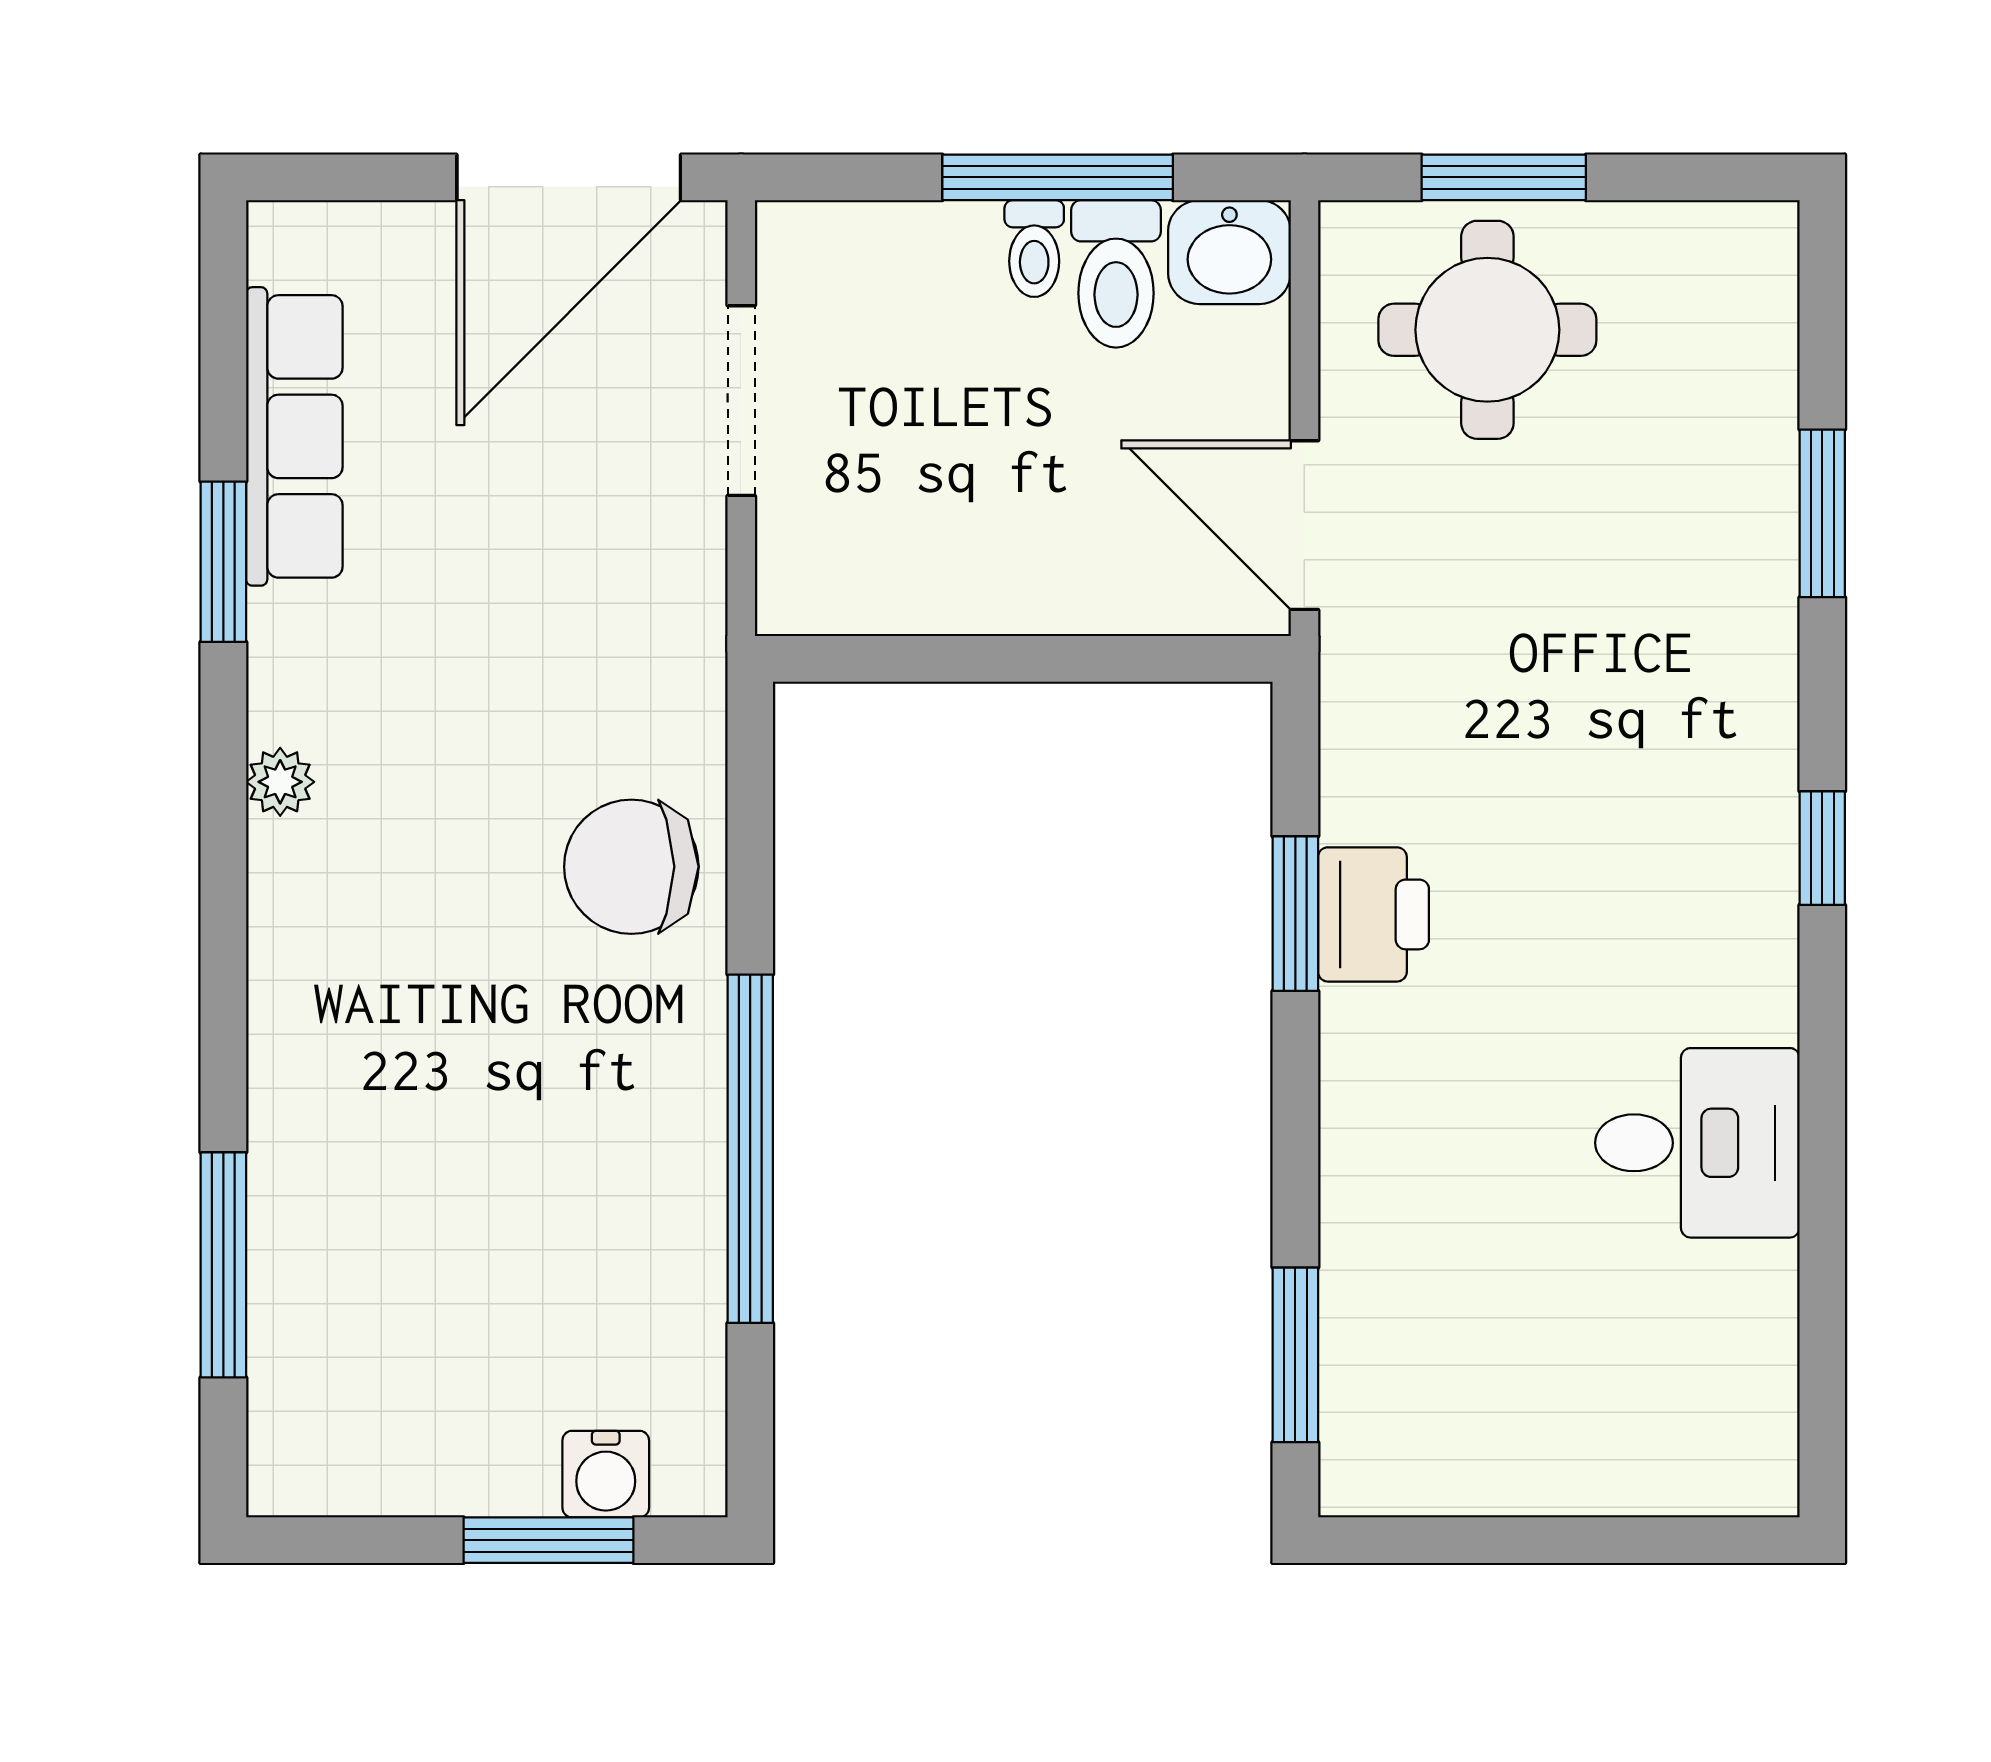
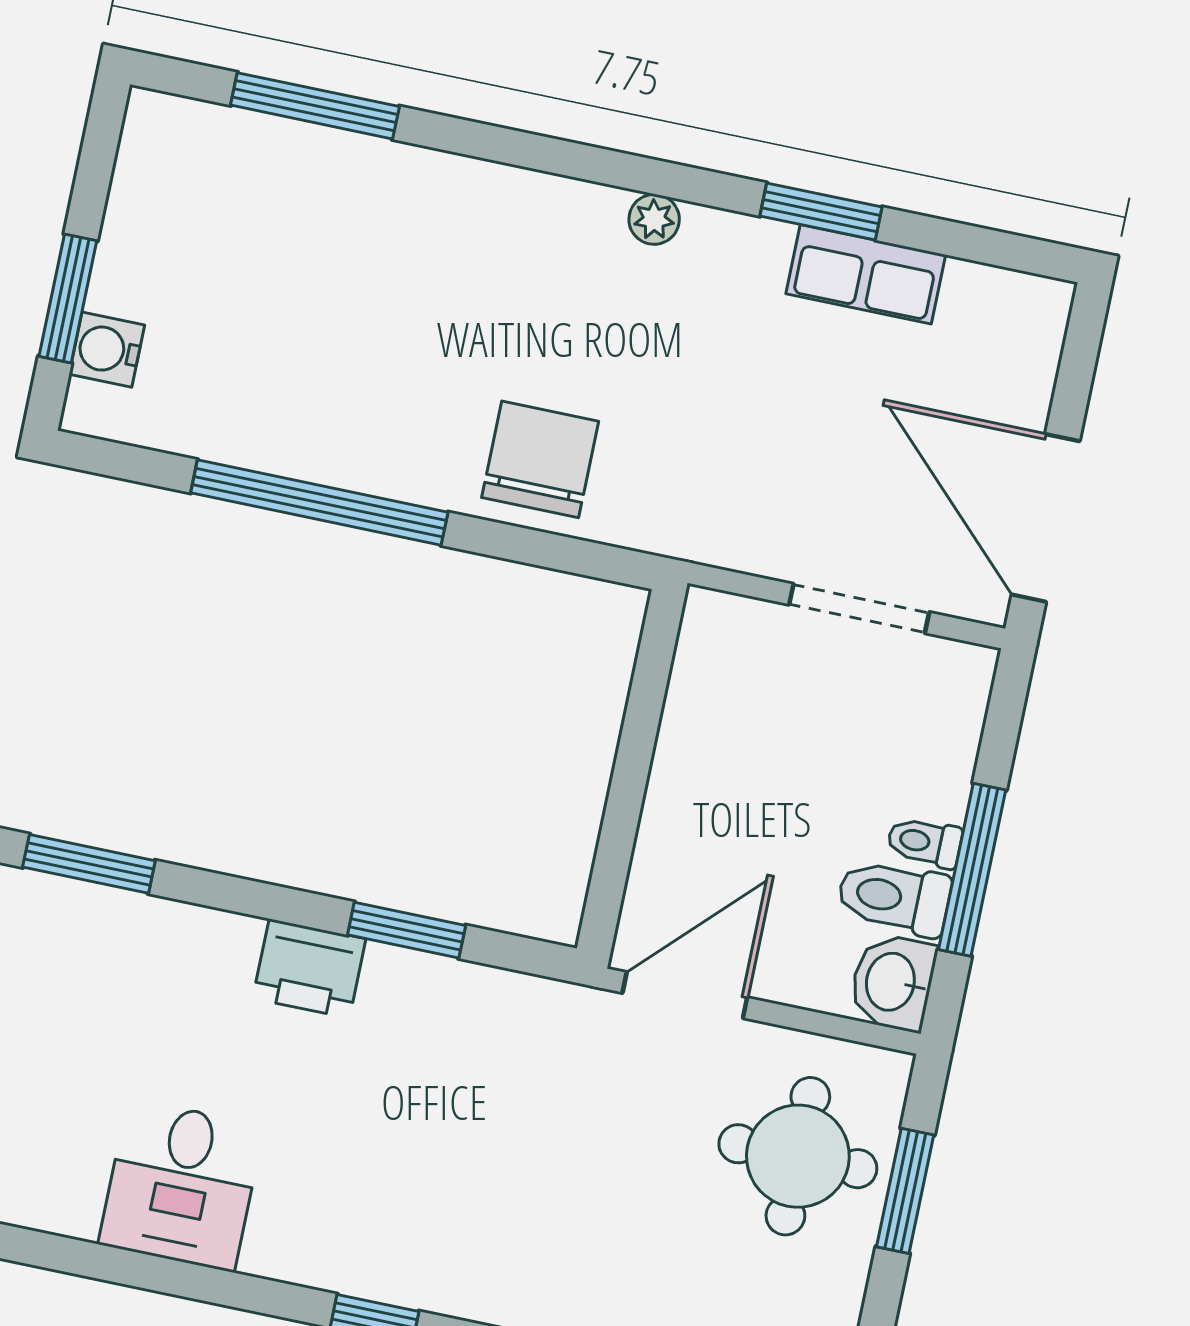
row of seats: (294, 436) -> (866, 274), width x0.68
printer: (1374, 914) -> (309, 969), moved

